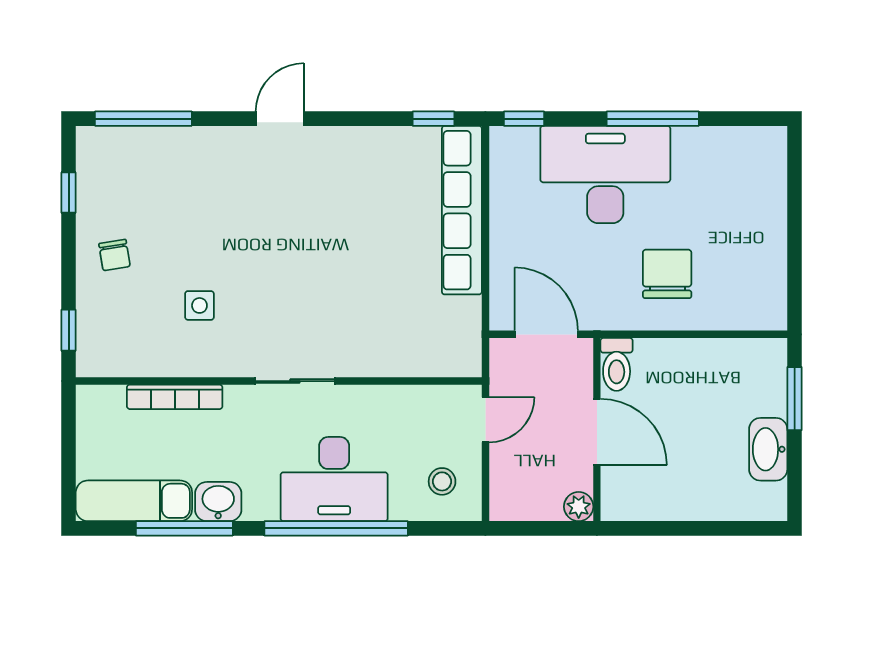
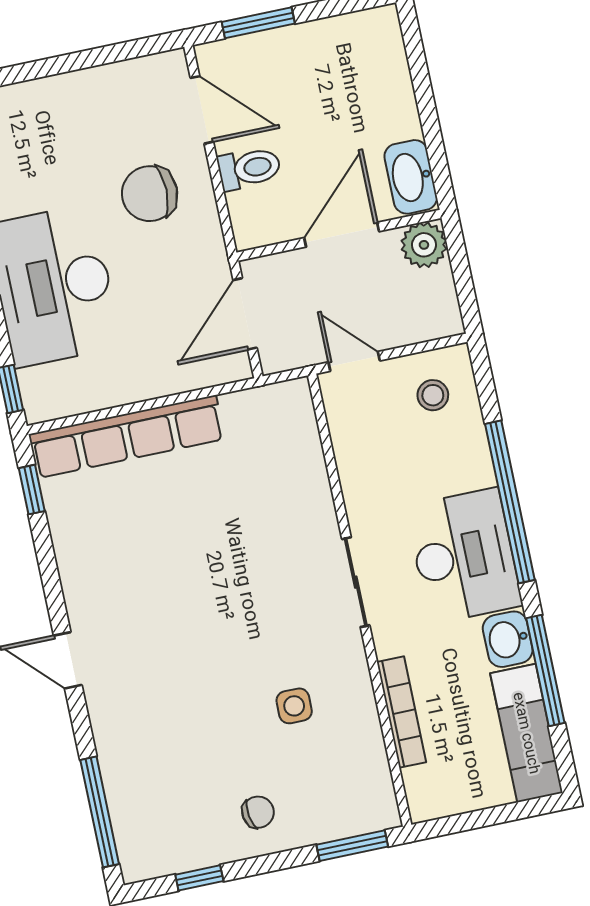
window: (69, 330) -> (352, 846), width x1.50
door: (730, 334) -> (202, 110), added
toilet: (617, 364) -> (249, 168), moved
washbasin: (768, 449) -> (411, 177), moved, turned 90
desk: (334, 479) -> (464, 556), moved
plant: (579, 507) -> (424, 245), width x1.38, depth x1.38

